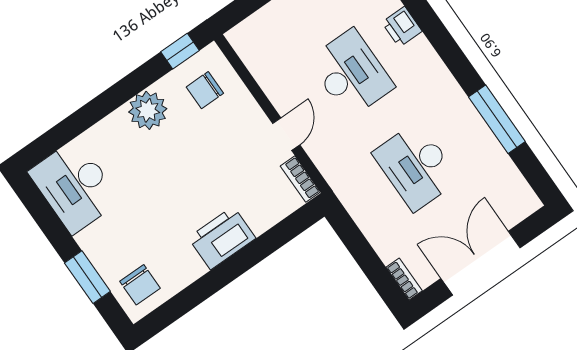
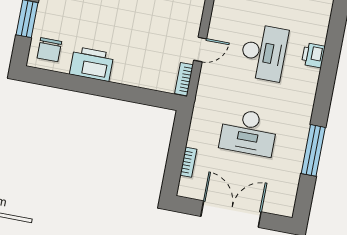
desk: (416, 166) -> (249, 132), turned -90
printer: (222, 238) -> (92, 64), moved
bookcase: (404, 279) -> (188, 162), moved

